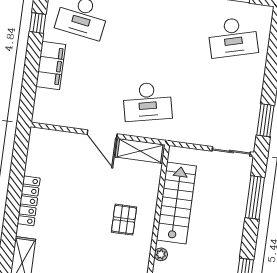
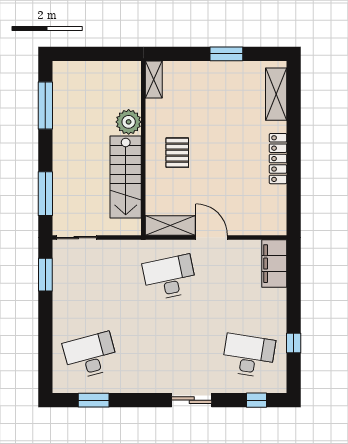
filing cabinet: (51, 65) -> (274, 264), moved
plant: (161, 254) -> (129, 122), width x1.87, depth x1.87

